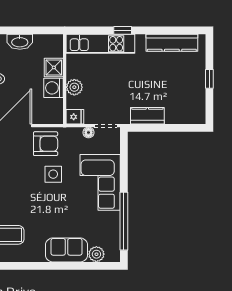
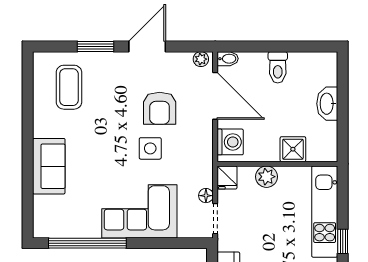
washing machine: (54, 88) -> (230, 142), moved, turned 90
armchair: (46, 144) -> (160, 108), moved
plant: (96, 254) -> (43, 206), removed

